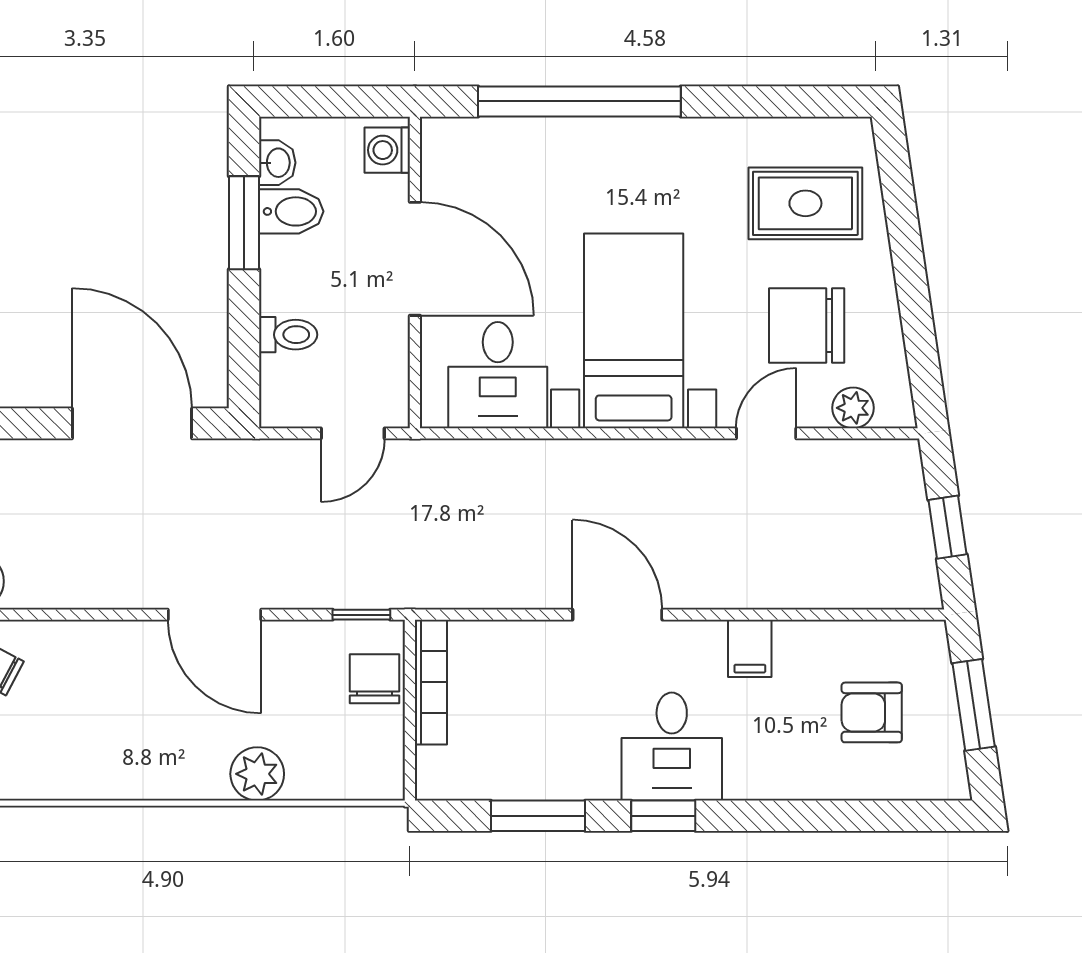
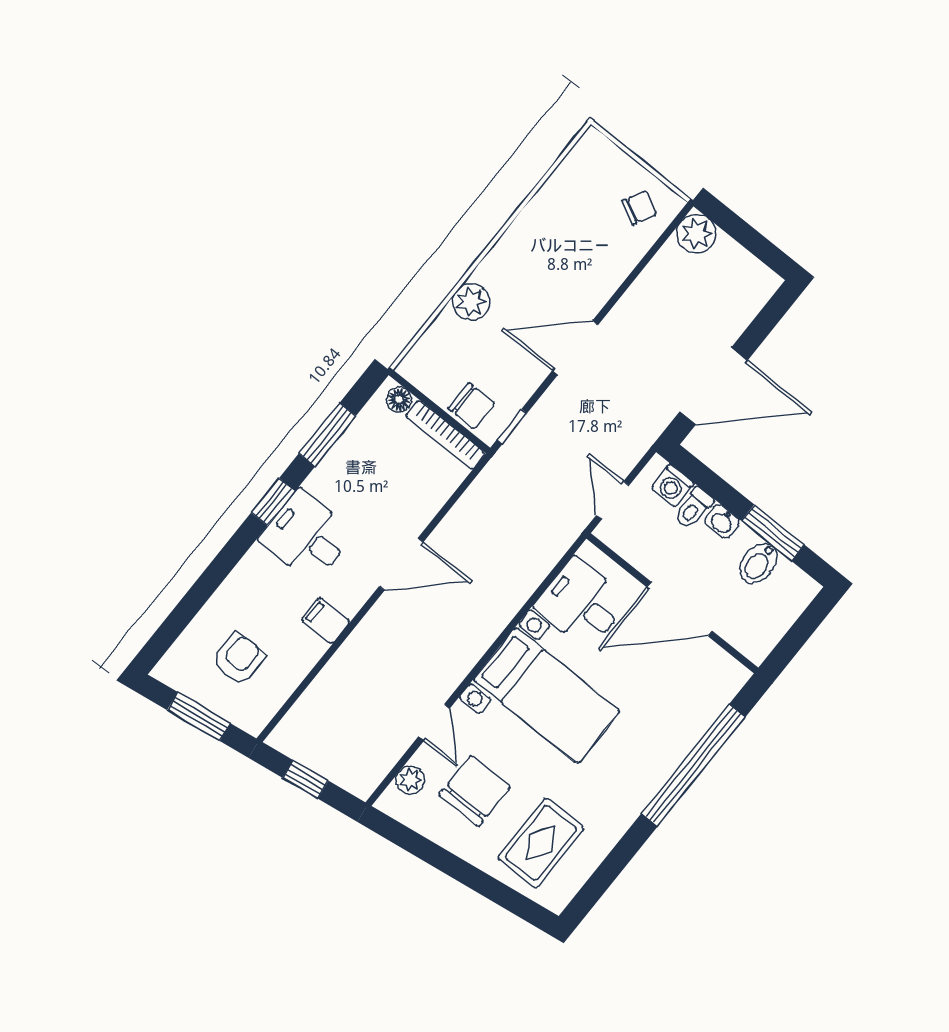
washing machine: (387, 150) -> (673, 486), moved, turned 180
washbasin: (277, 163) -> (722, 522), moved
floor lamp: (433, 767) -> (399, 399), added

